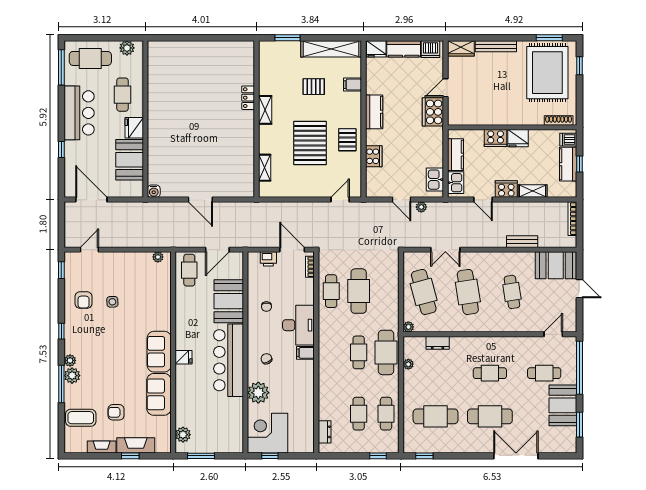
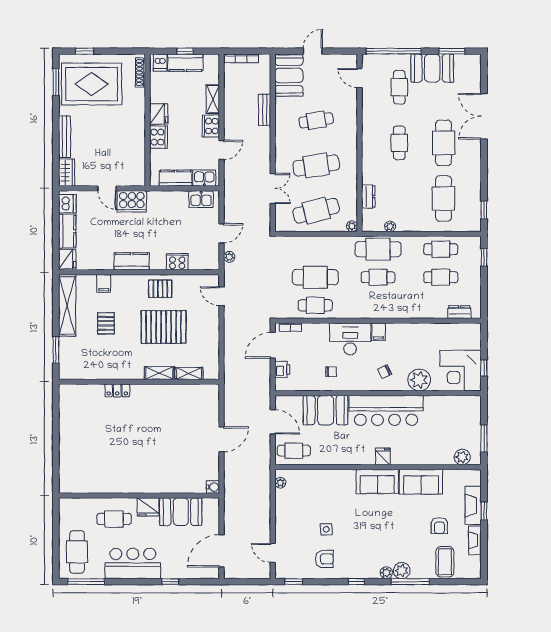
plant: (127, 48) -> (66, 514), removed
shelving: (265, 110) -> (159, 373), moved
plant: (421, 207) -> (229, 257), moved

